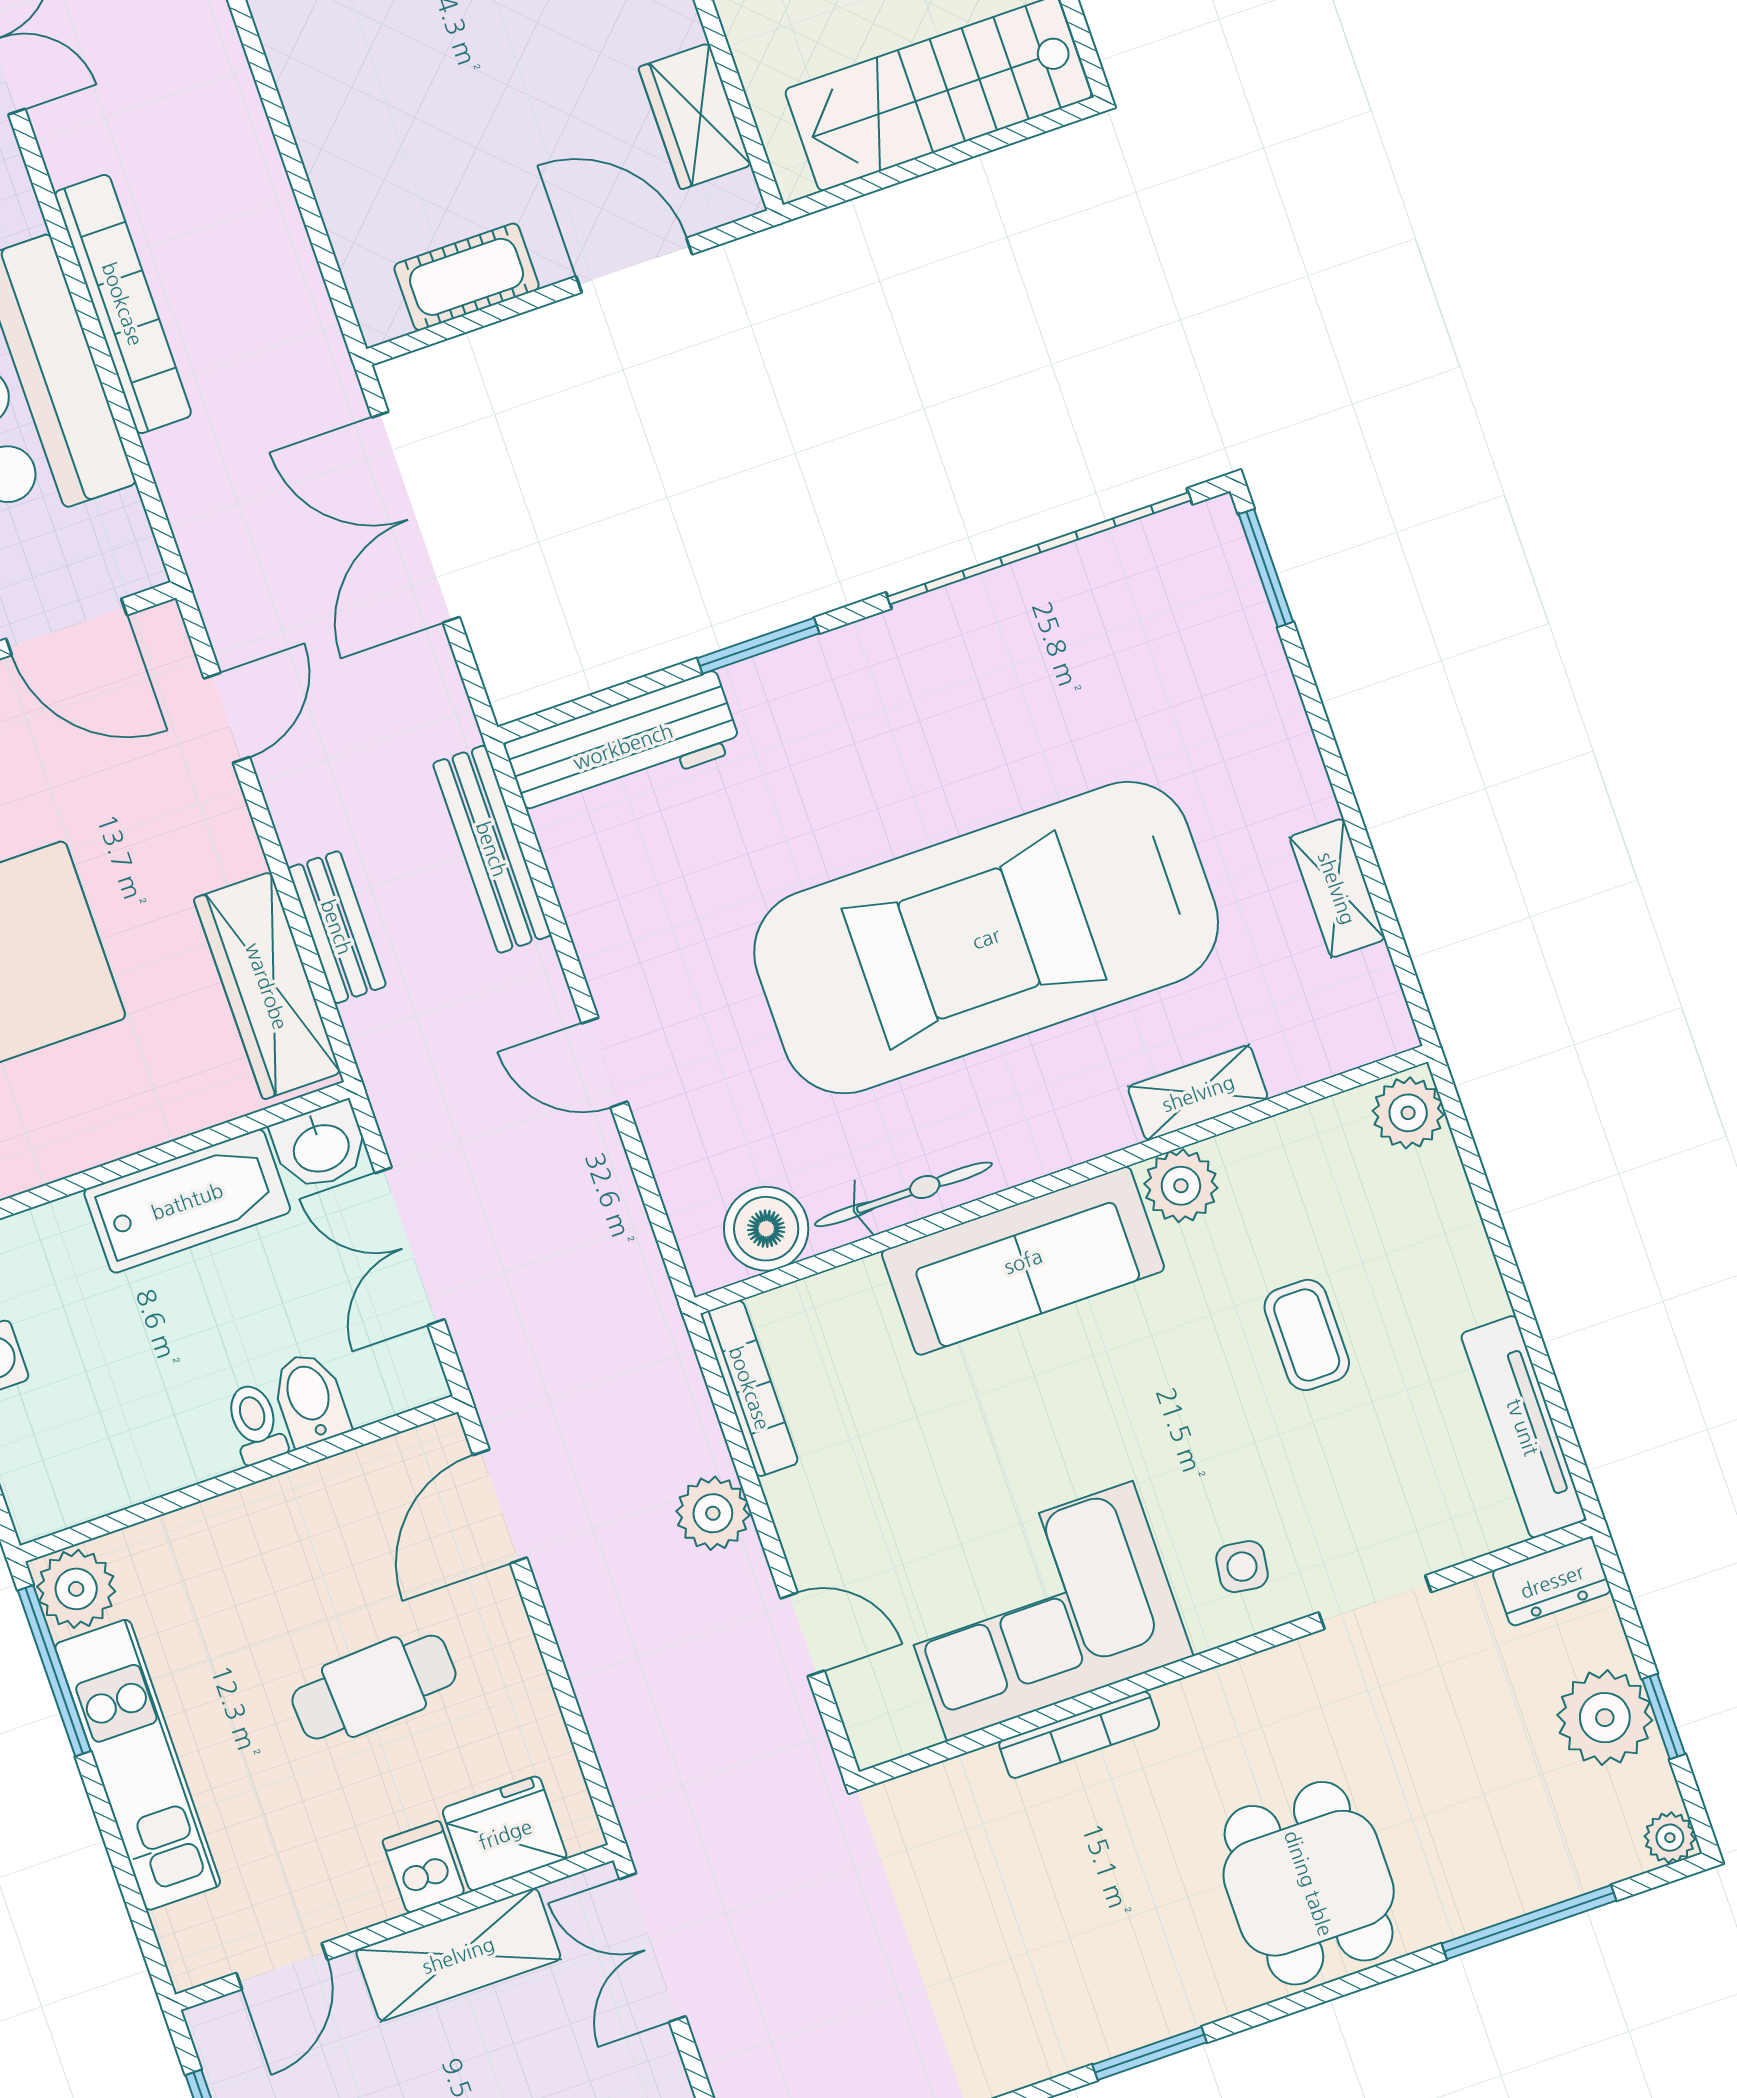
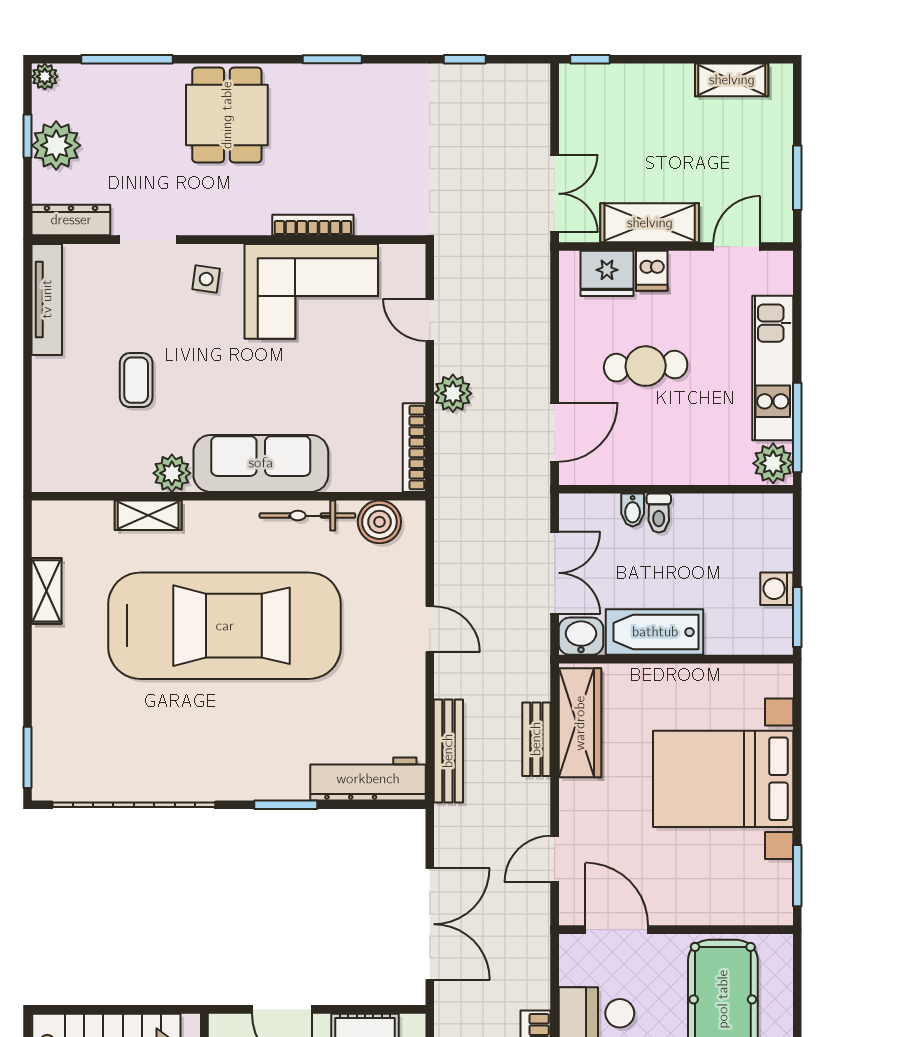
plant: (1408, 1113) -> (50, 470), removed
bidet: (310, 1399) -> (633, 510), width x0.72, depth x0.74
dresser: (1552, 1581) -> (71, 220), width x1.44

